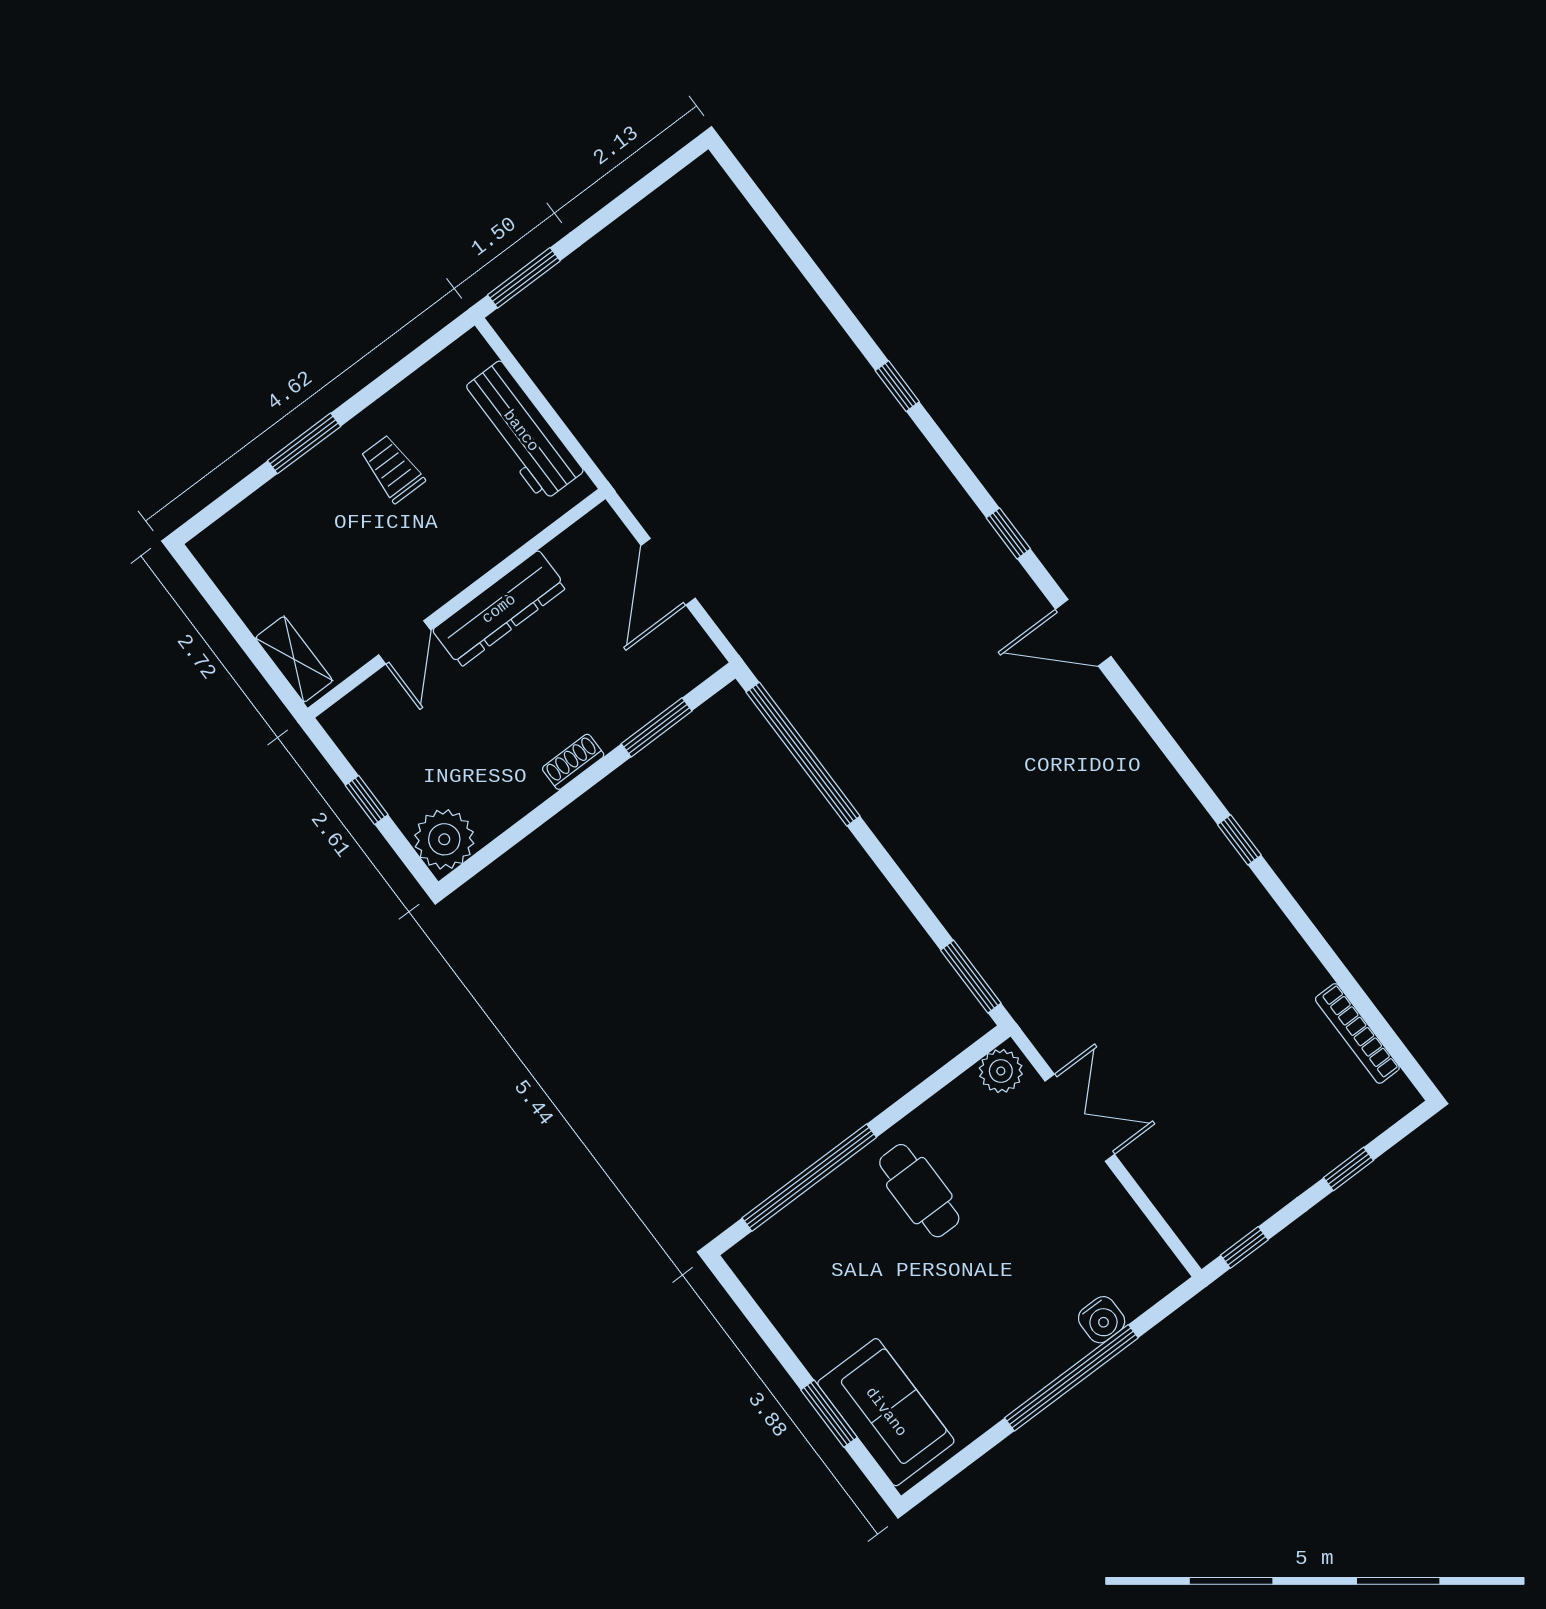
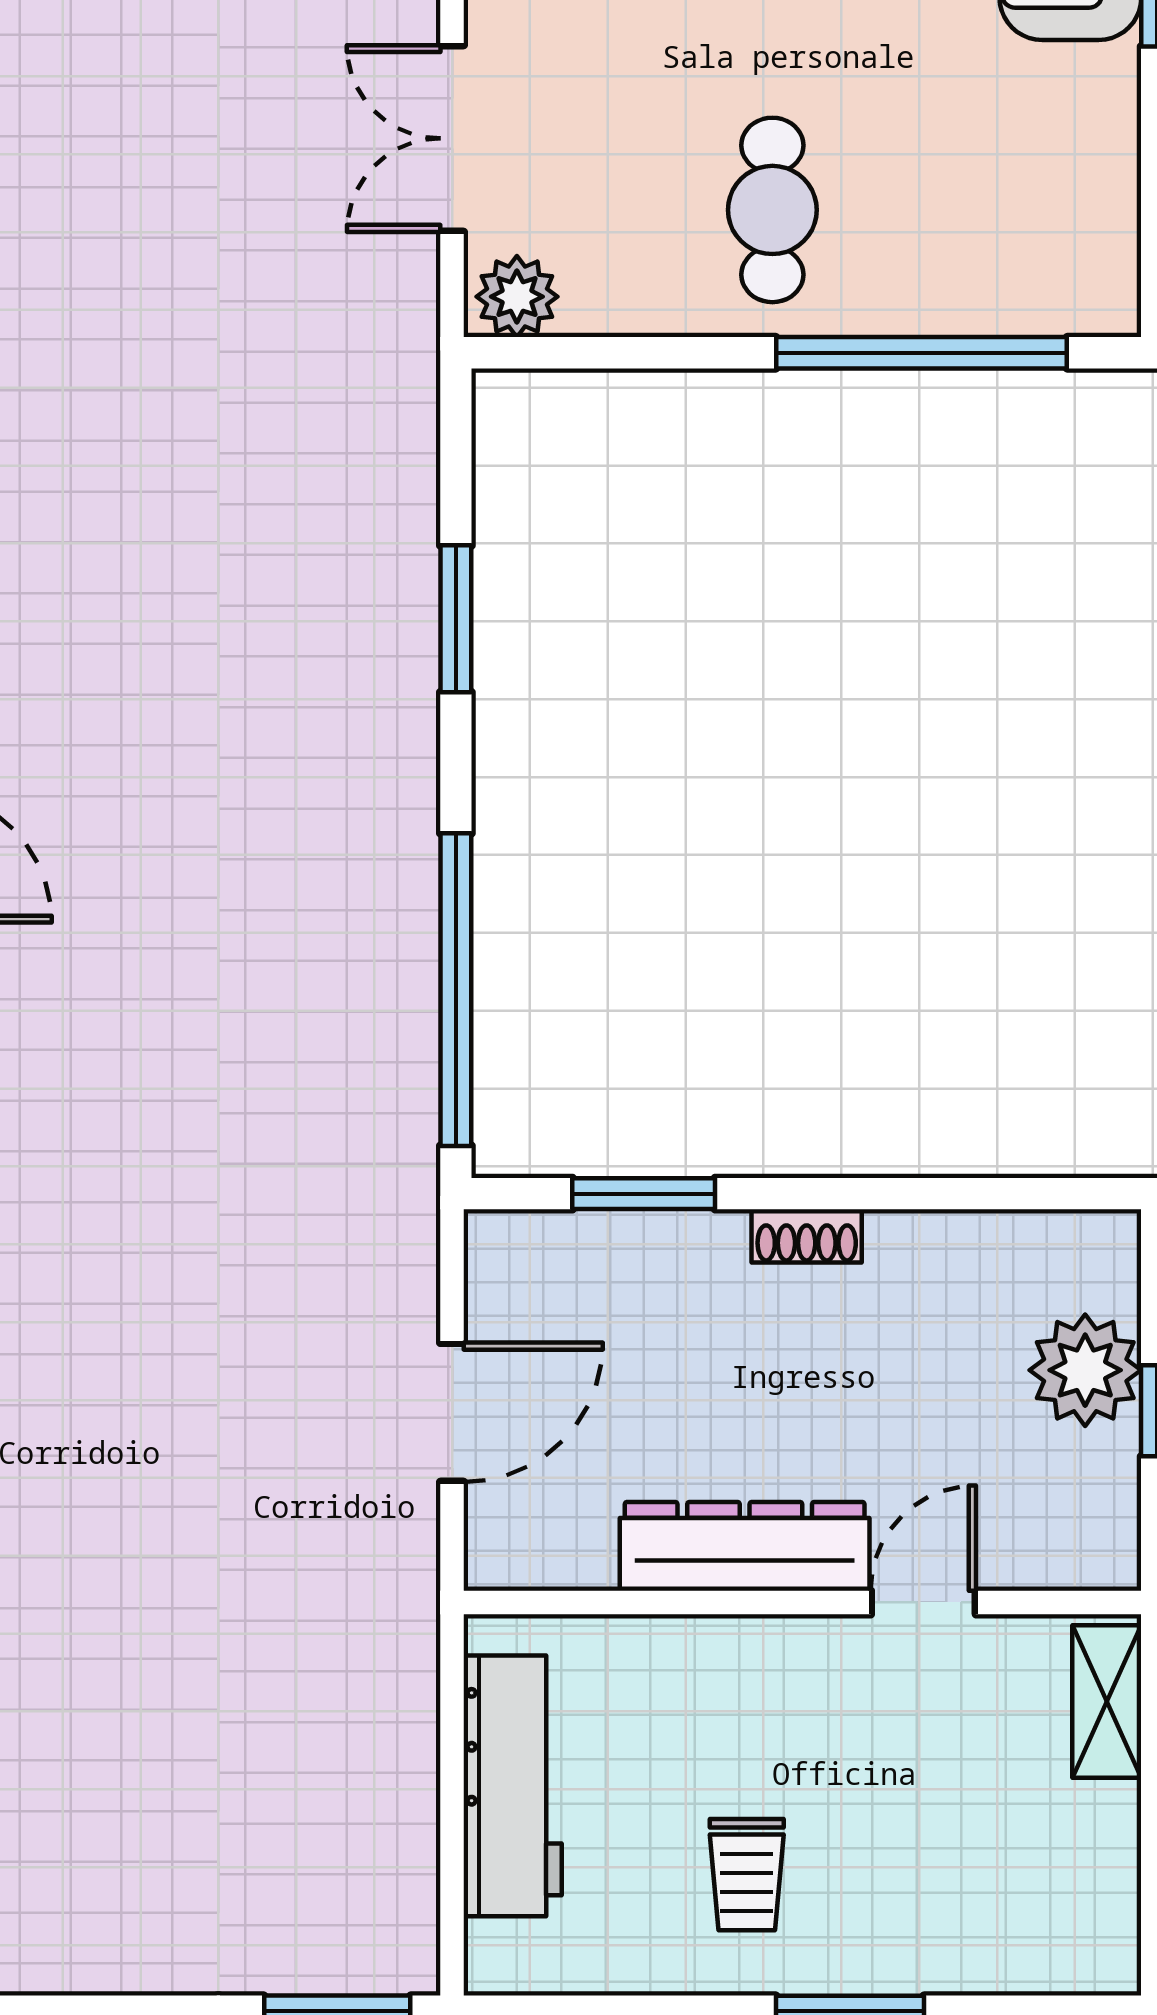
plant: (444, 839) -> (1085, 1370), moved
window: (971, 977) -> (456, 619), moved

